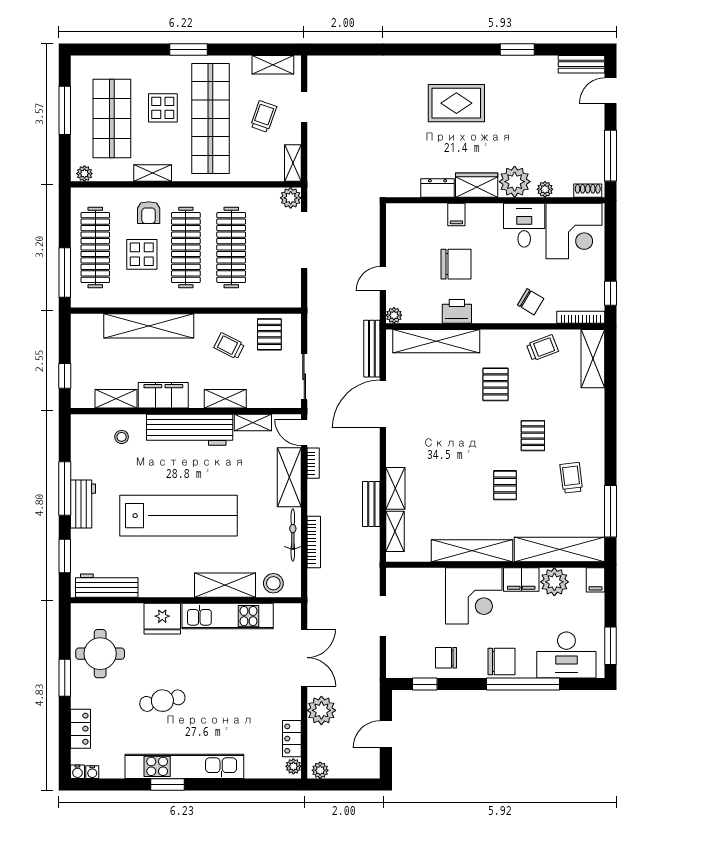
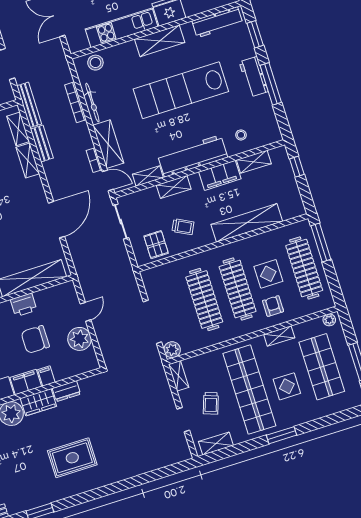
filing cabinet: (484, 215) -> (26, 382), added
plant: (394, 315) -> (79, 339), moved, width x1.88, depth x1.88
bench: (372, 349) -> (29, 105), moved
shelving: (225, 585) -> (160, 41), moved

